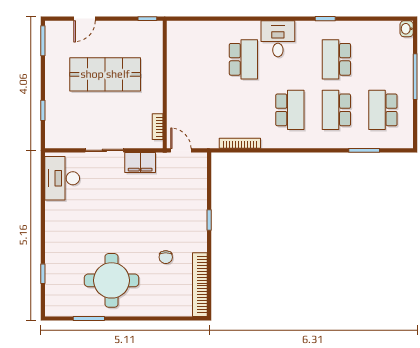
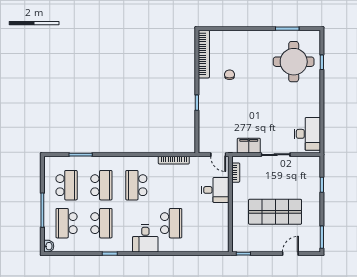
school desk: (243, 59) -> (171, 223), turned 180
school desk: (383, 59) -> (67, 223), added
desk: (185, 104) -> (215, 190), added
round table: (111, 280) -> (294, 62), moved

